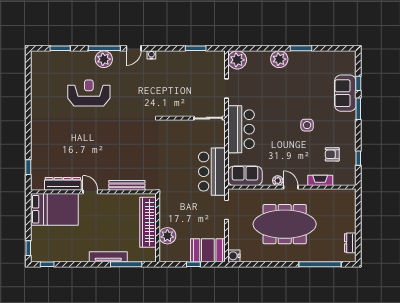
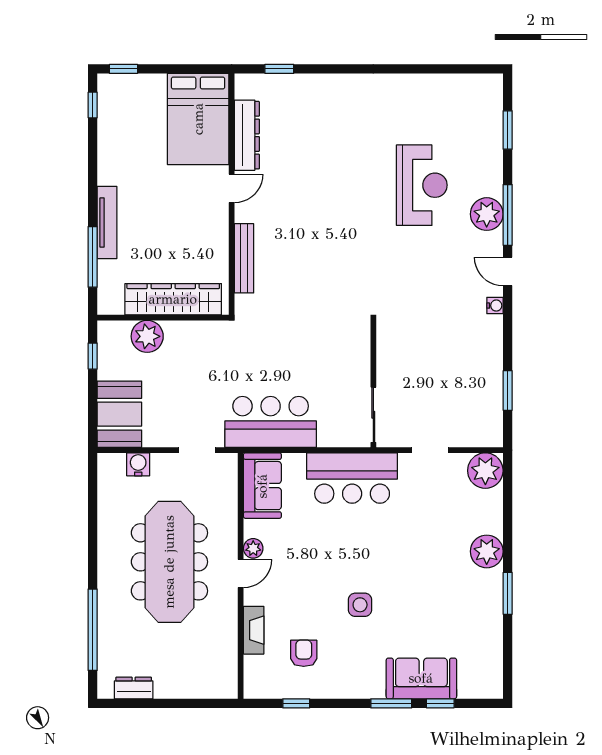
water cooler: (234, 256) -> (138, 464), moved
window: (193, 264) -> (93, 356), moved

